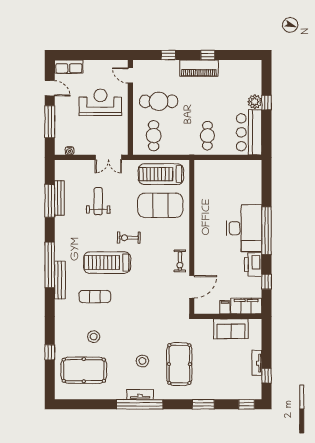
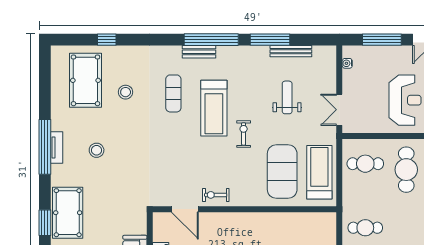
window: (50, 201) -> (270, 40), moved
weight bench: (98, 201) -> (287, 97), turned -90
treadmill: (107, 263) -> (214, 108), turned 180
bench: (60, 280) -> (199, 52), width x0.73
pool table: (179, 364) -> (68, 213), moved, turned 90

